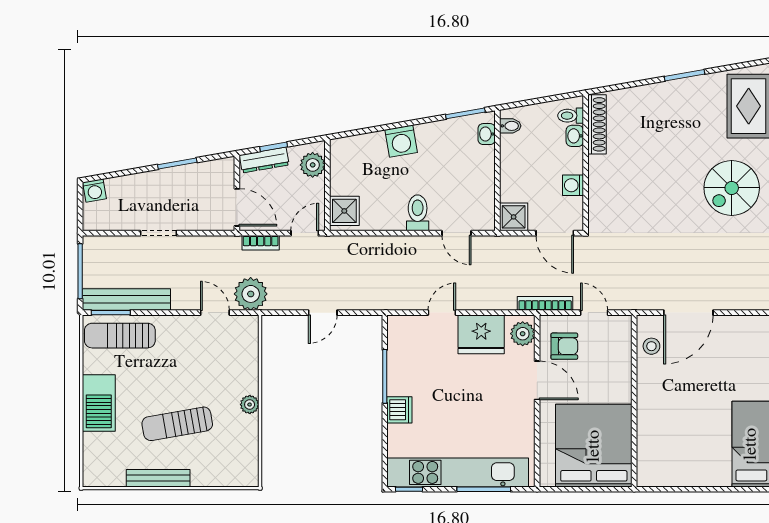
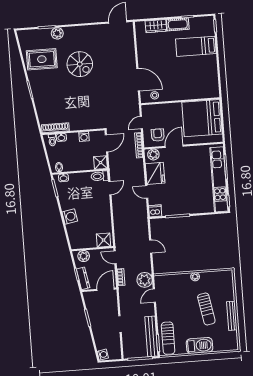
toilet: (418, 213) -> (100, 176), moved
dishwasher: (399, 410) -> (155, 211), moved

